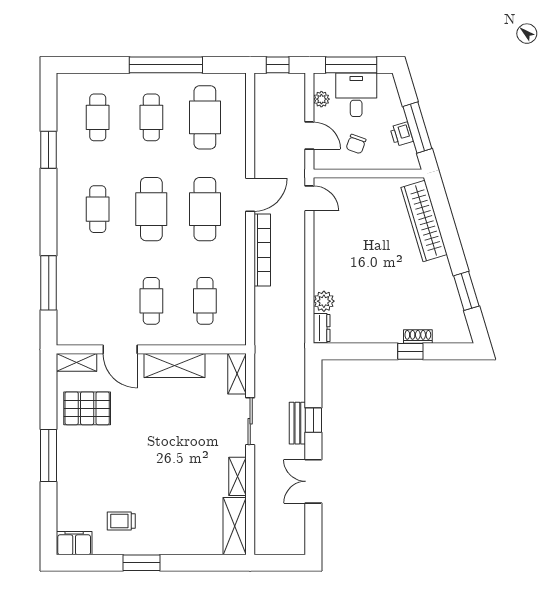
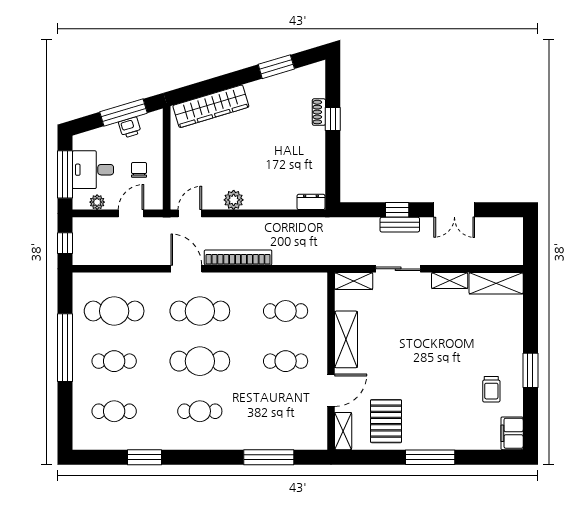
chair: (356, 144) -> (139, 170), turned -110
plant: (324, 301) -> (234, 200), moved

